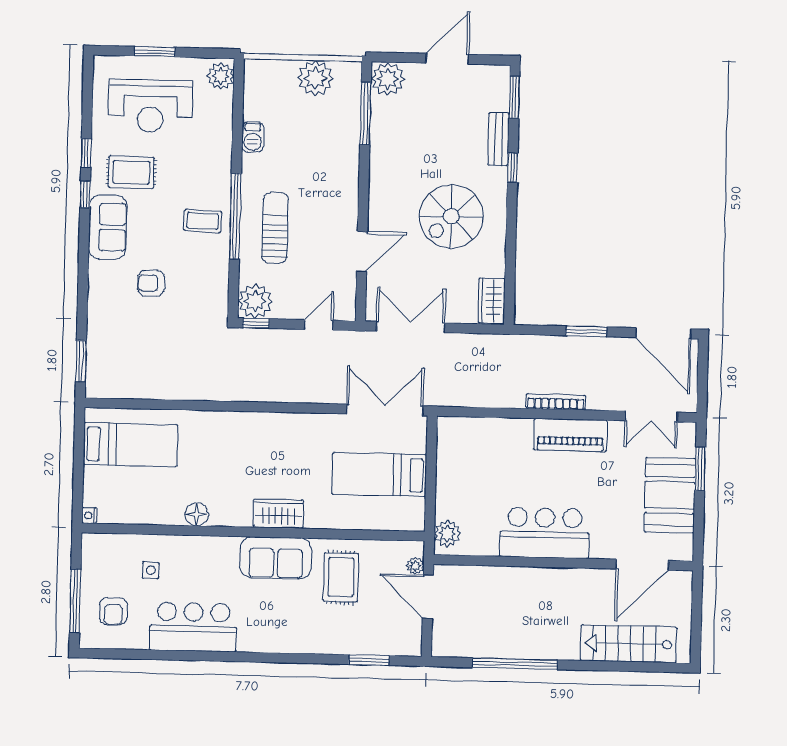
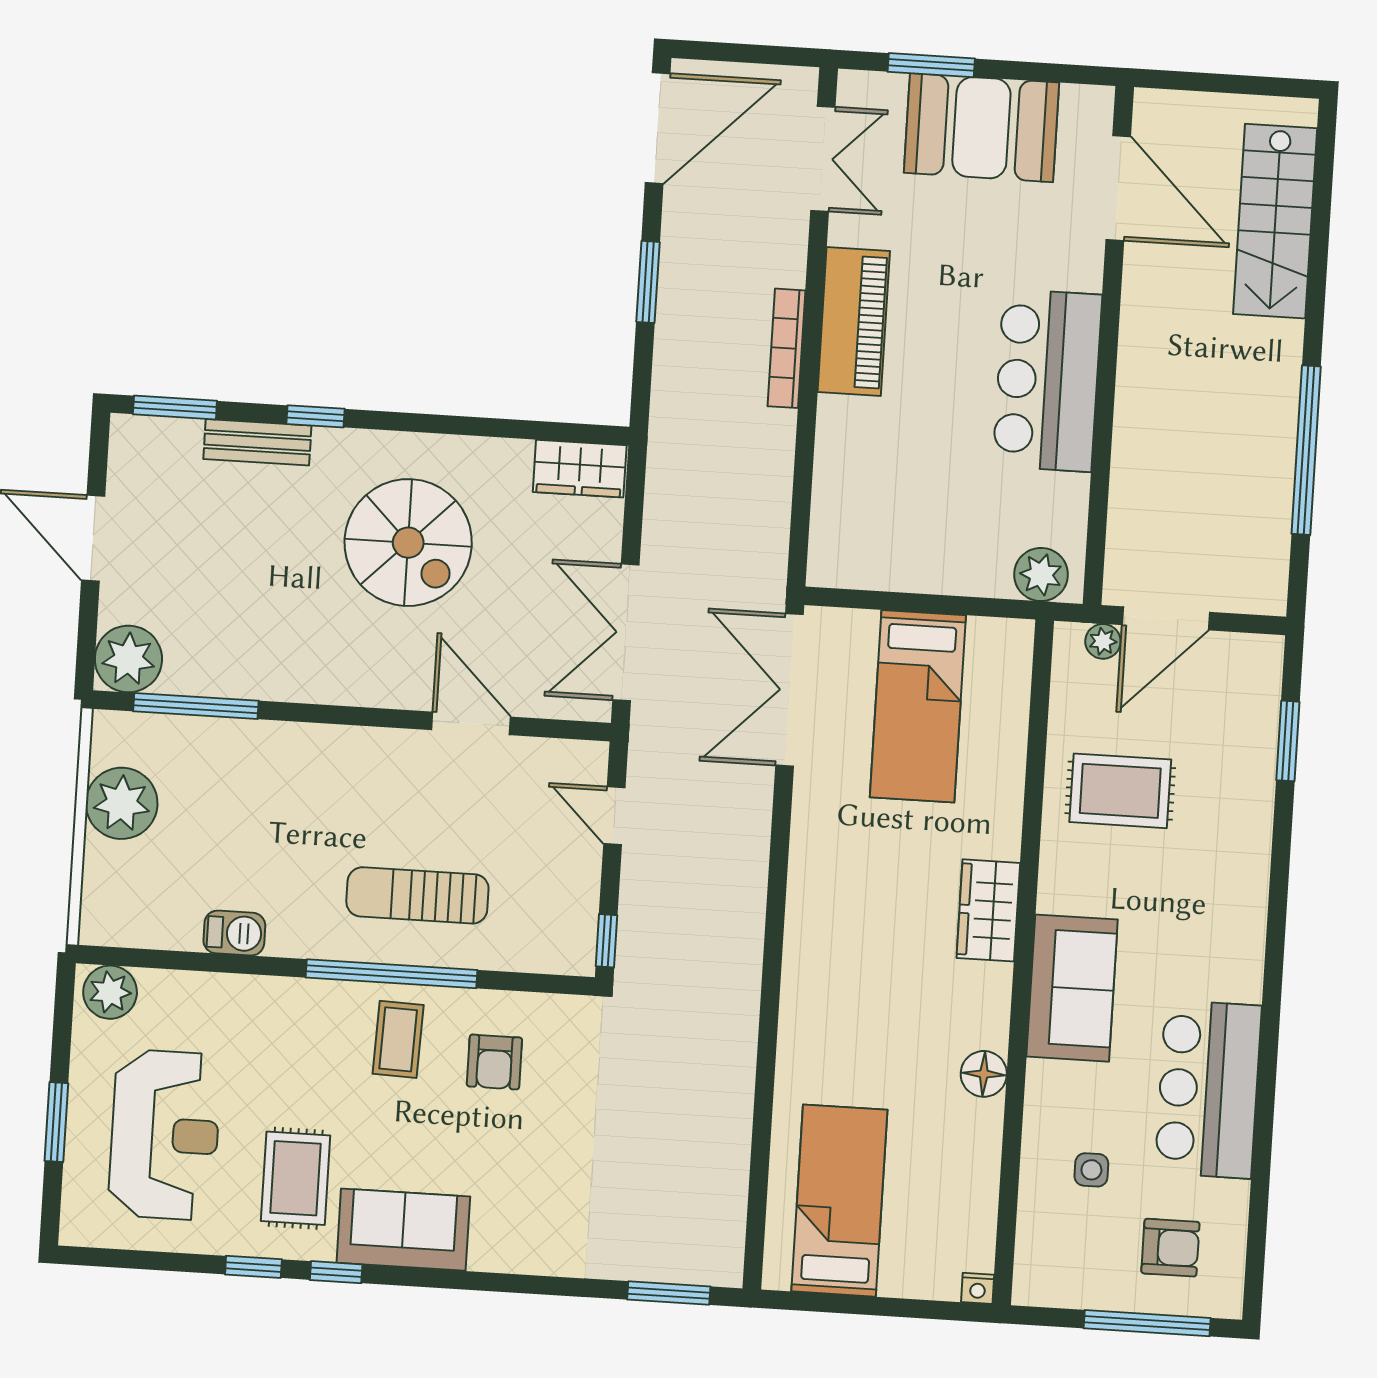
armchair: (151, 283) -> (494, 1062), moved
plant: (255, 301) -> (563, 941), removed
sofa: (276, 558) -> (1072, 988), moved

